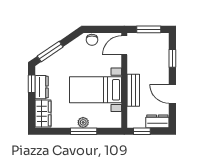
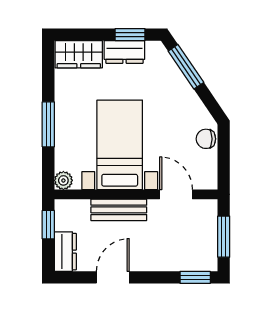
door: (124, 45) -> (176, 194), moved
window: (172, 58) -> (195, 277), moved
plant: (83, 122) -> (63, 180), moved

